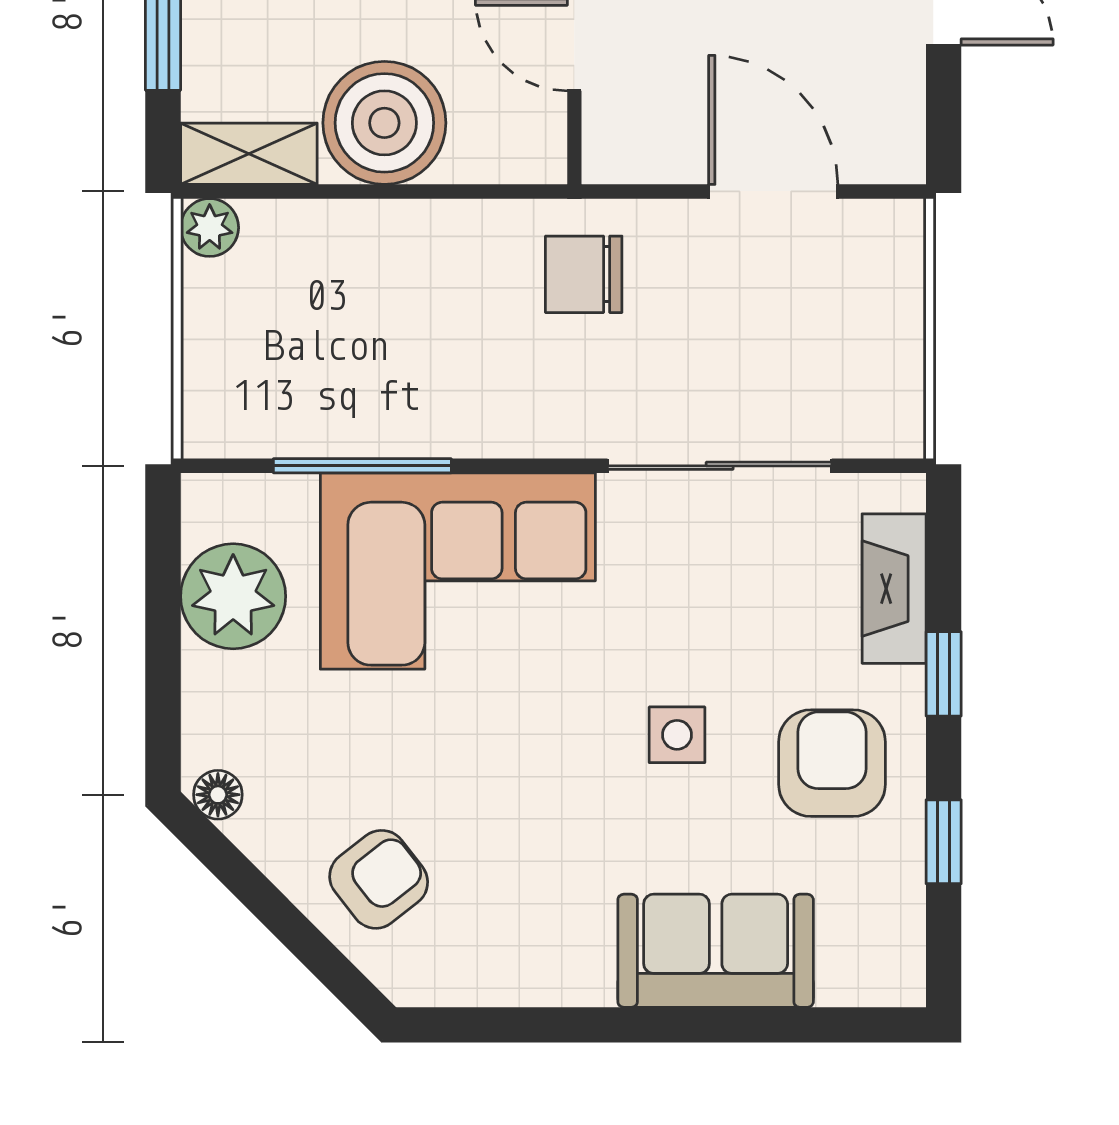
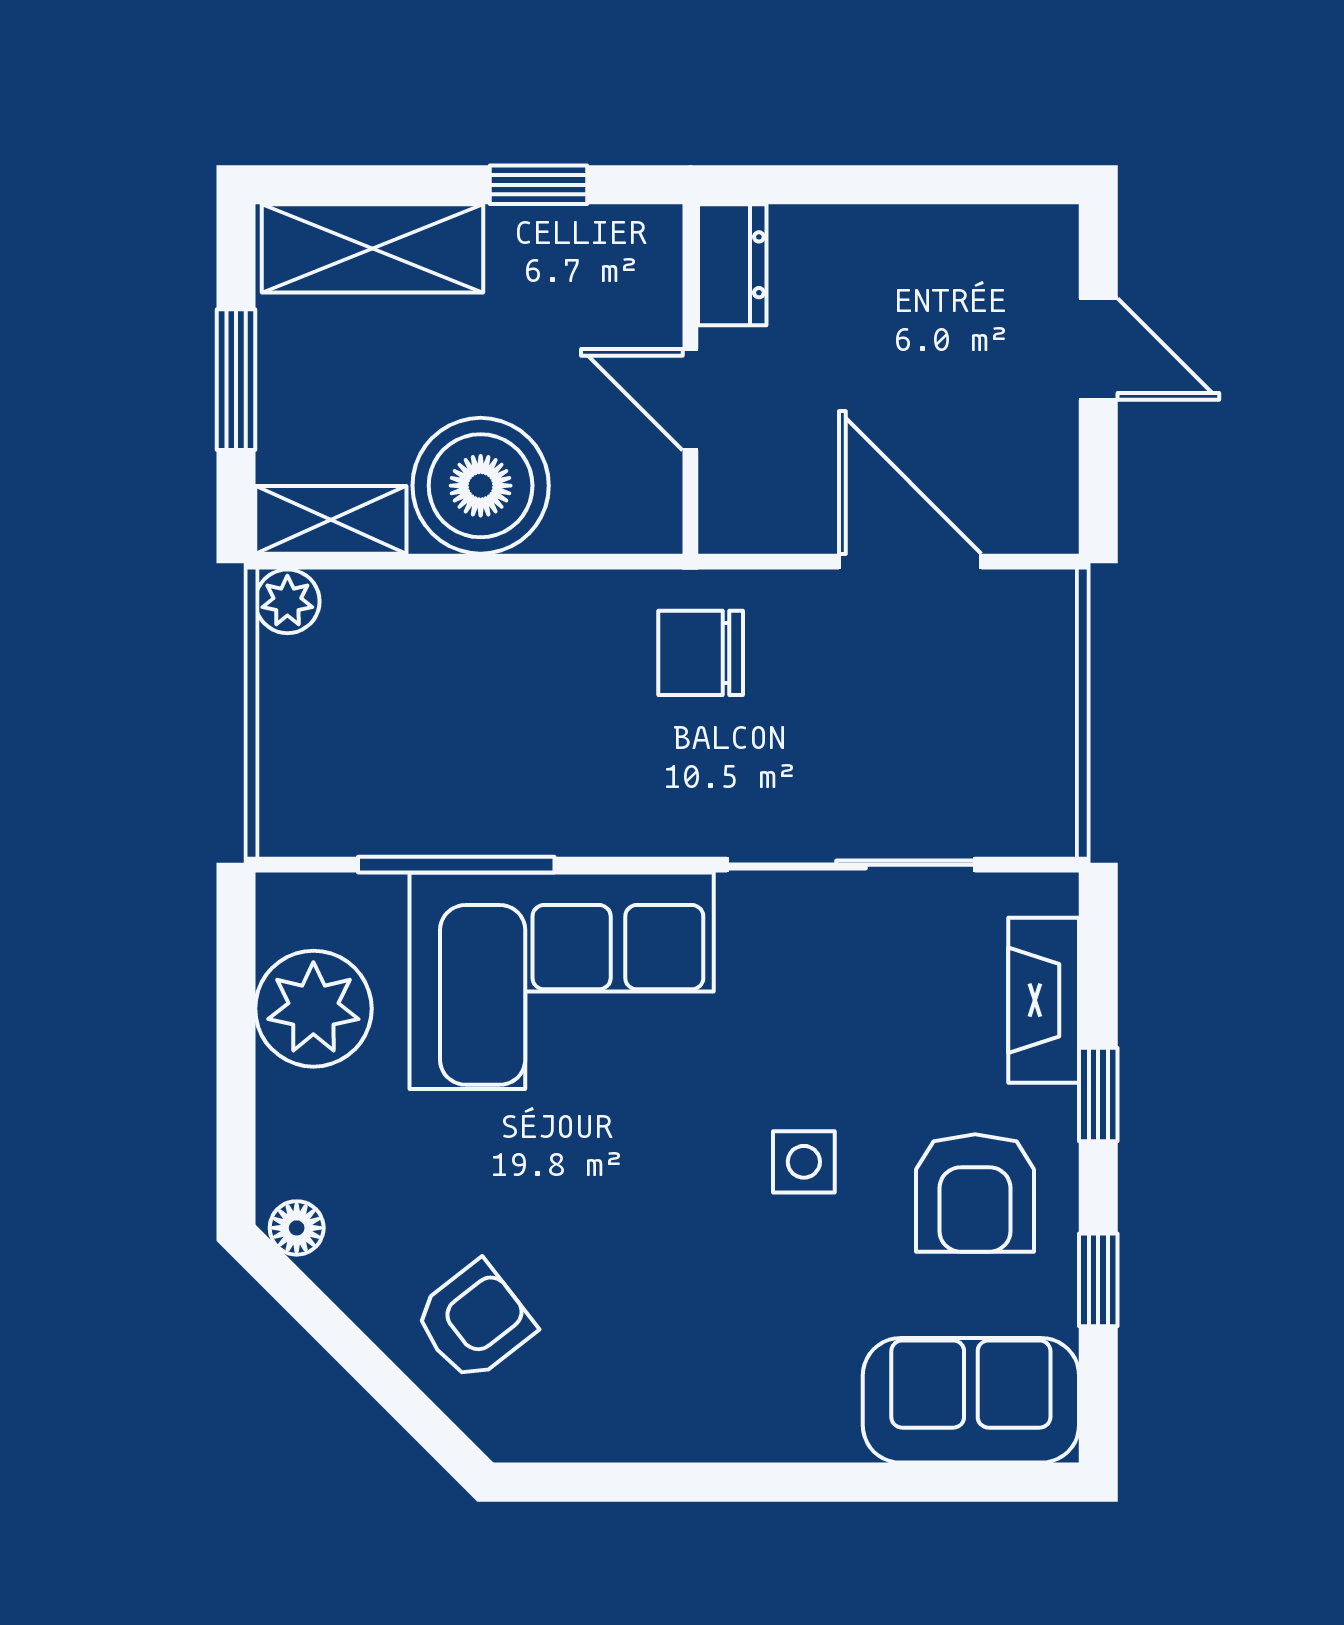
armchair: (832, 763) -> (975, 1193), turned 180
sofa: (716, 951) -> (971, 1400), moved

